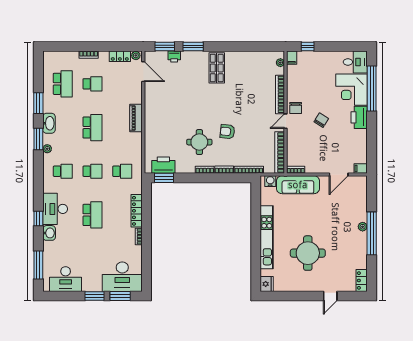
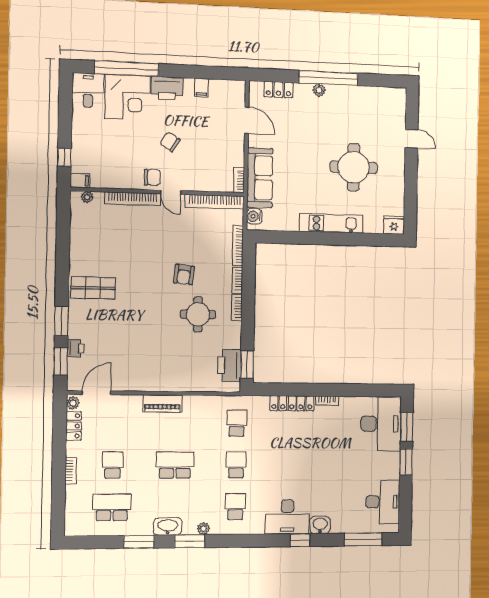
filing cabinet: (361, 169) -> (201, 88), moved
school desk: (92, 215) -> (296, 465), removed
kitchen unit: (267, 237) -> (331, 223), width x0.73
locker: (362, 280) -> (278, 90), moved

